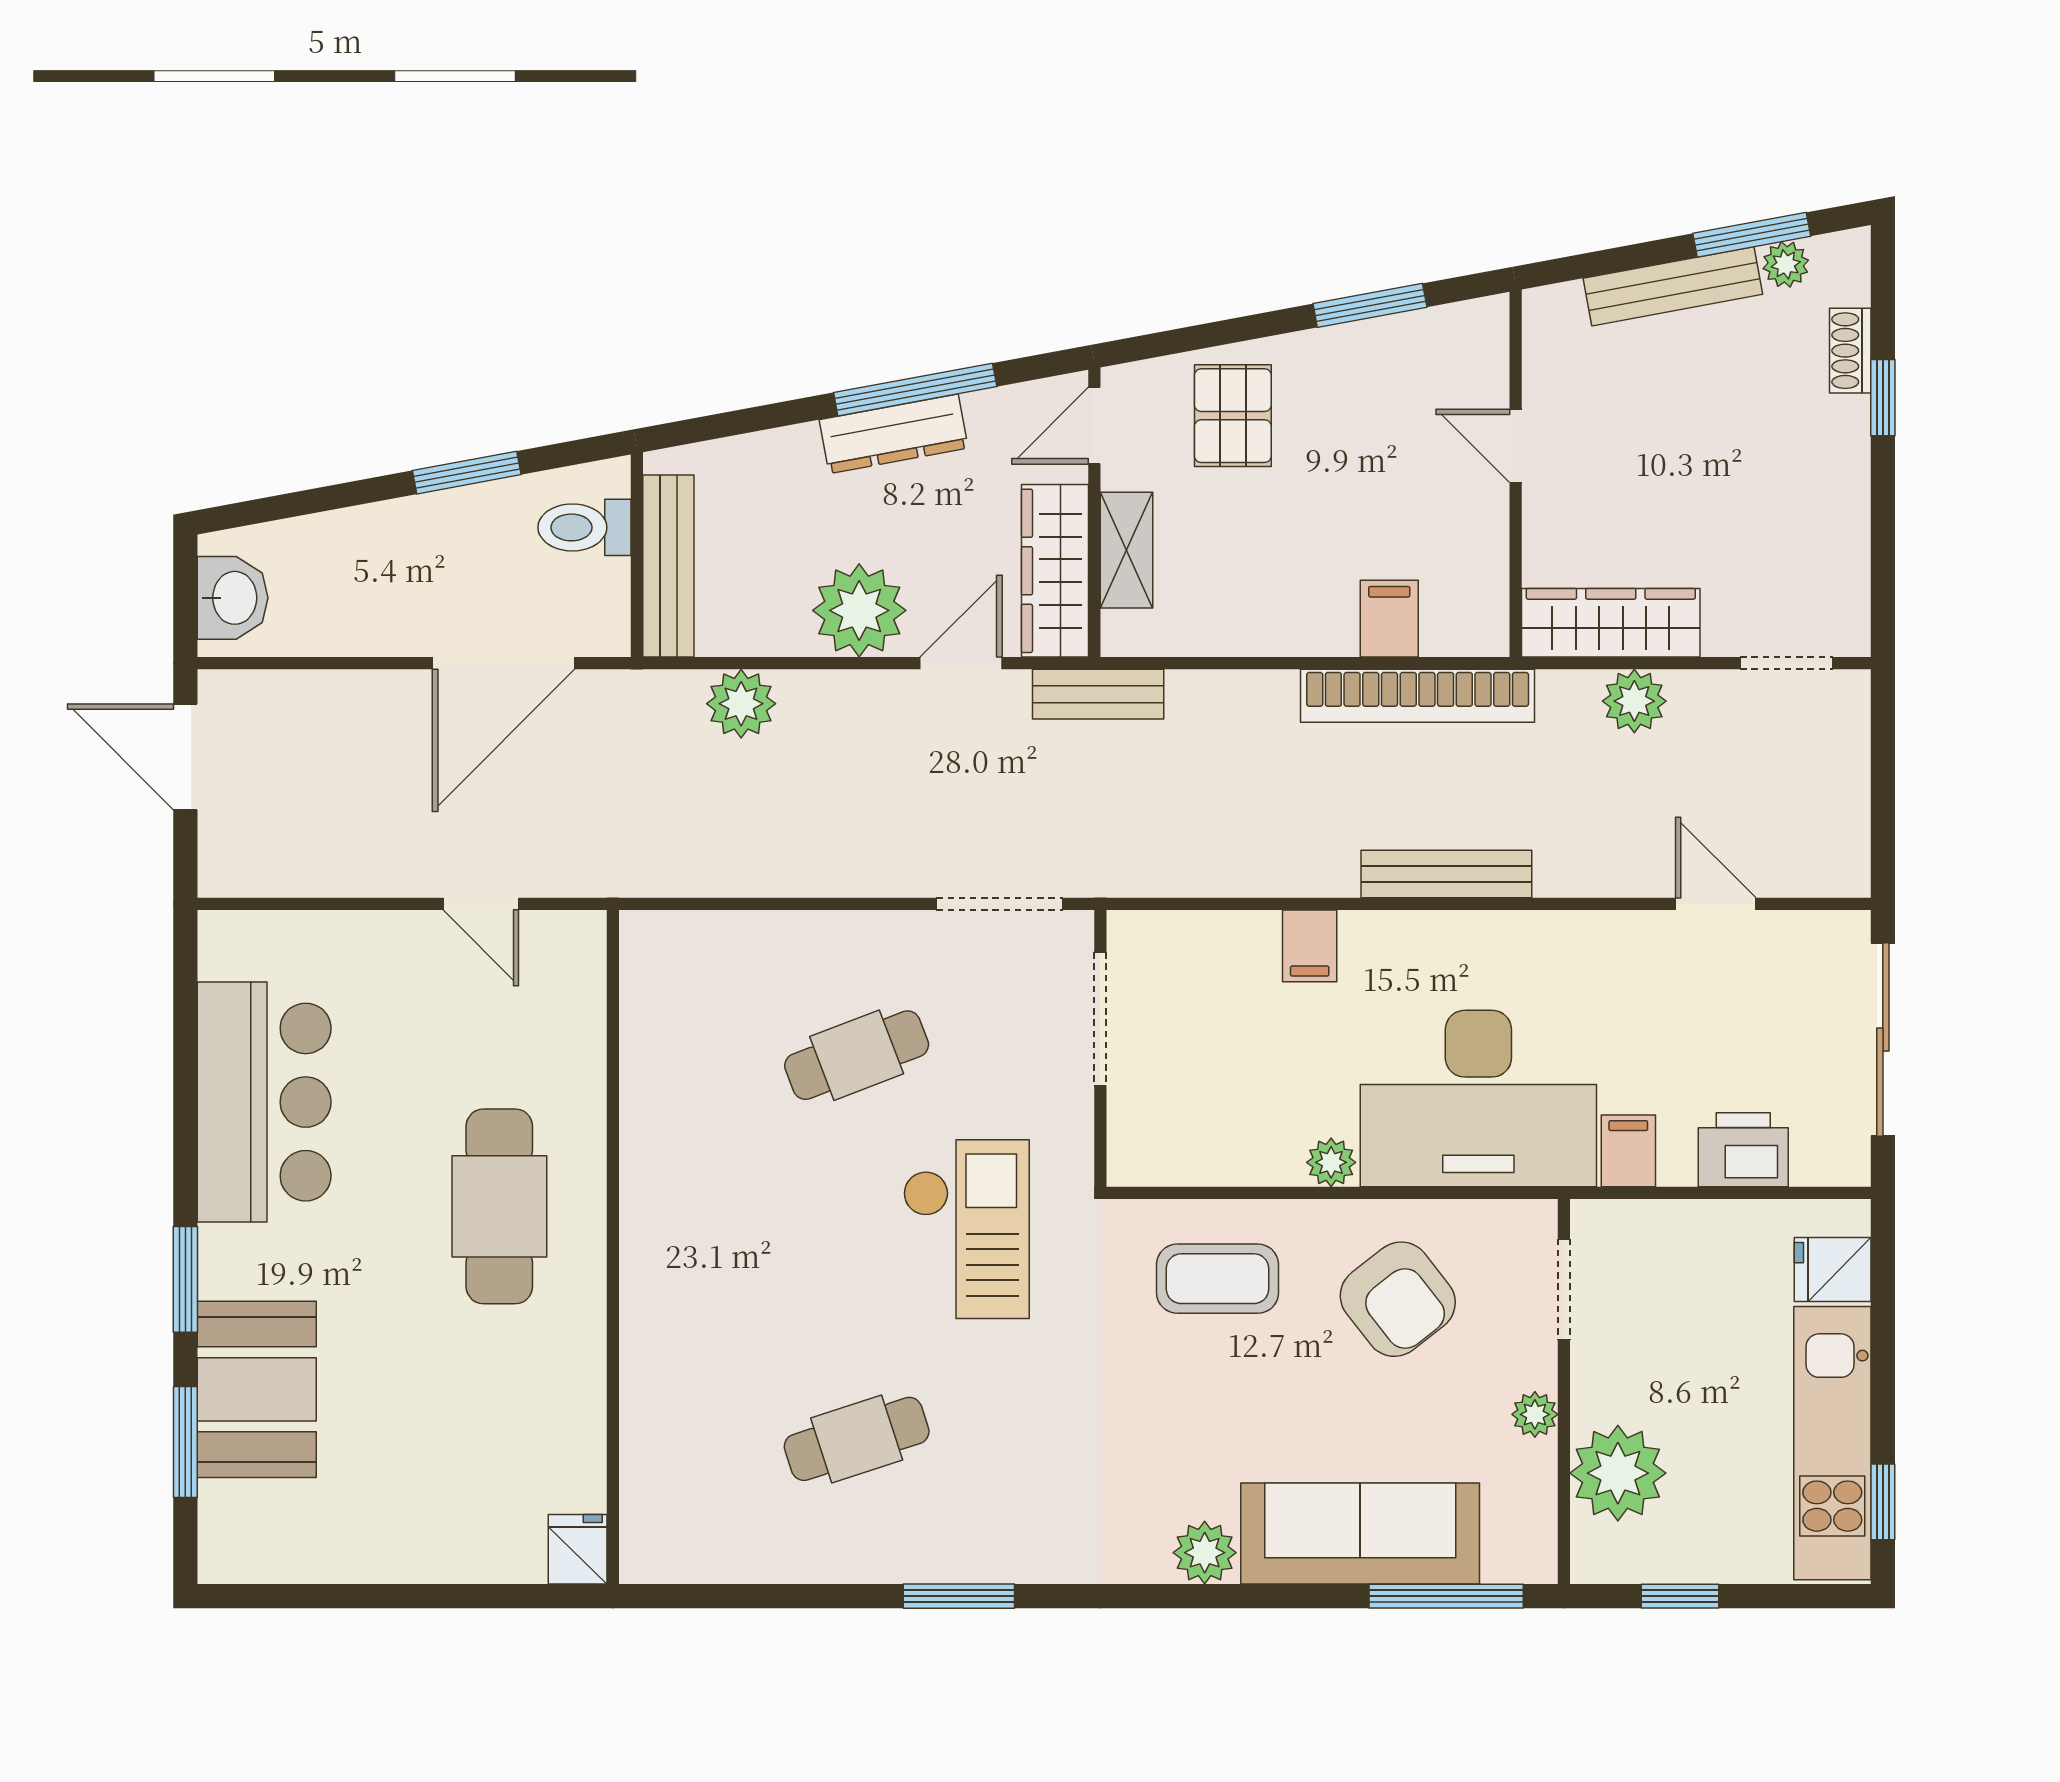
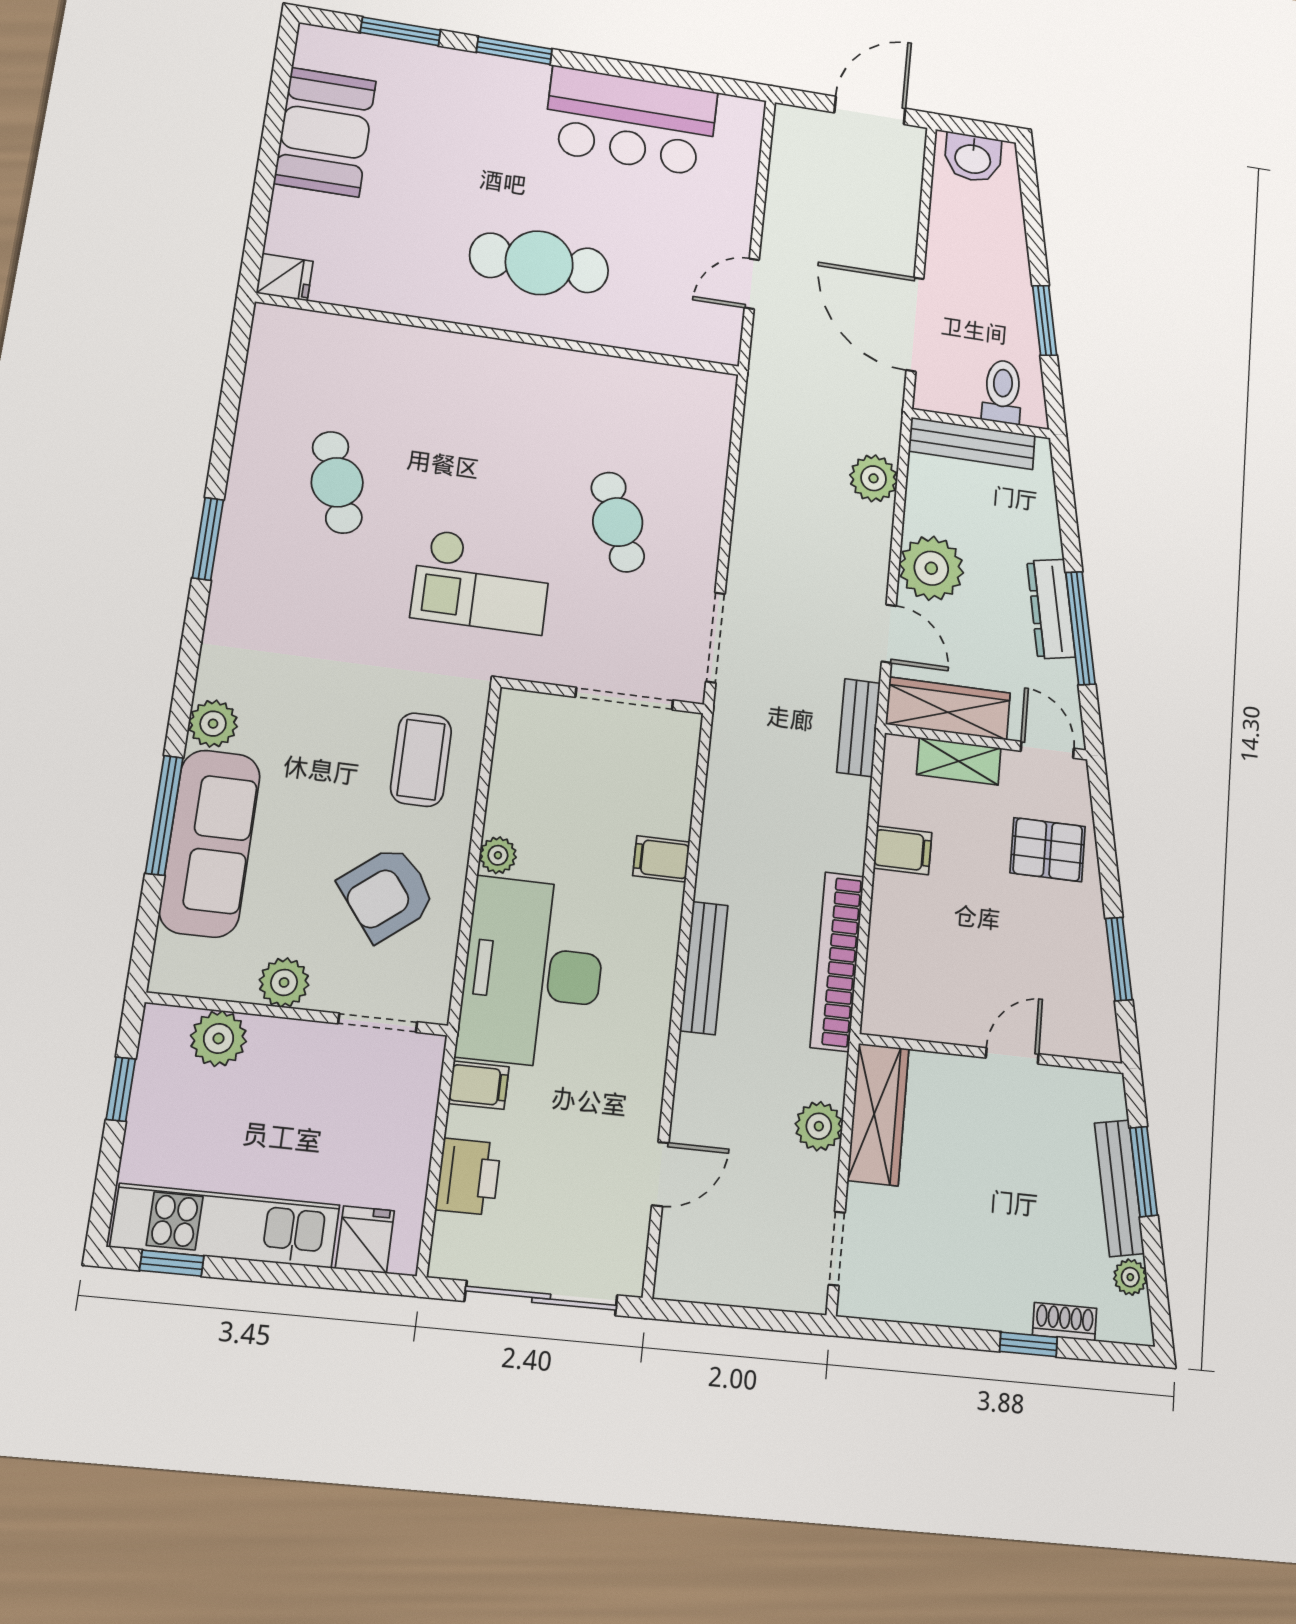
window: (1752, 235) -> (1144, 1171), moved
filing cabinet: (1389, 619) -> (903, 850), moved
booth: (257, 1389) -> (325, 132), moved, turned 90
plant: (1535, 1414) -> (284, 982), width x1.38, depth x1.38
plant: (1618, 1473) -> (219, 1038), width x0.73, depth x0.73
window: (1446, 1596) -> (164, 815), moved

